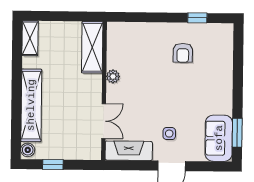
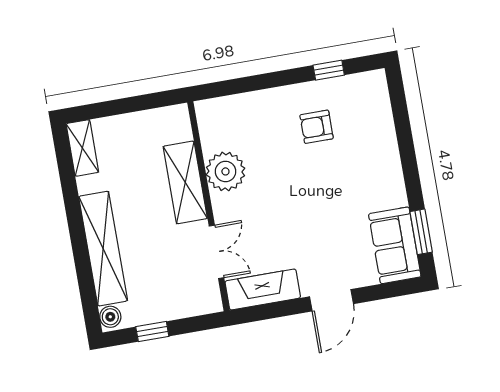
shelving: (92, 47) -> (185, 182), moved
armchair: (183, 53) -> (317, 127), turned 90
plant: (113, 76) -> (225, 171), width x1.87, depth x1.87
side table: (169, 134) -> (319, 252), removed

